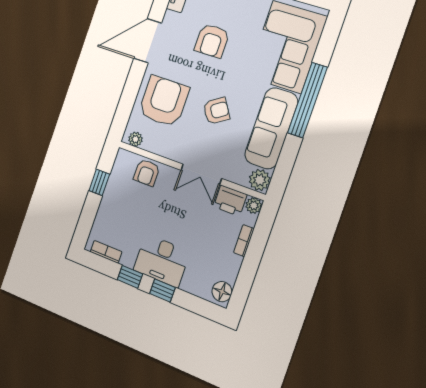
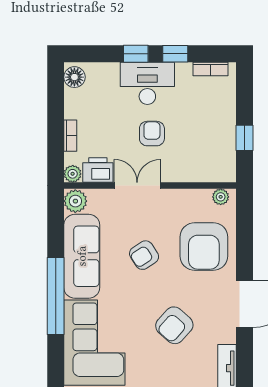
armchair: (212, 41) -> (174, 325), turned -138
armchair: (147, 173) -> (152, 134), moved

